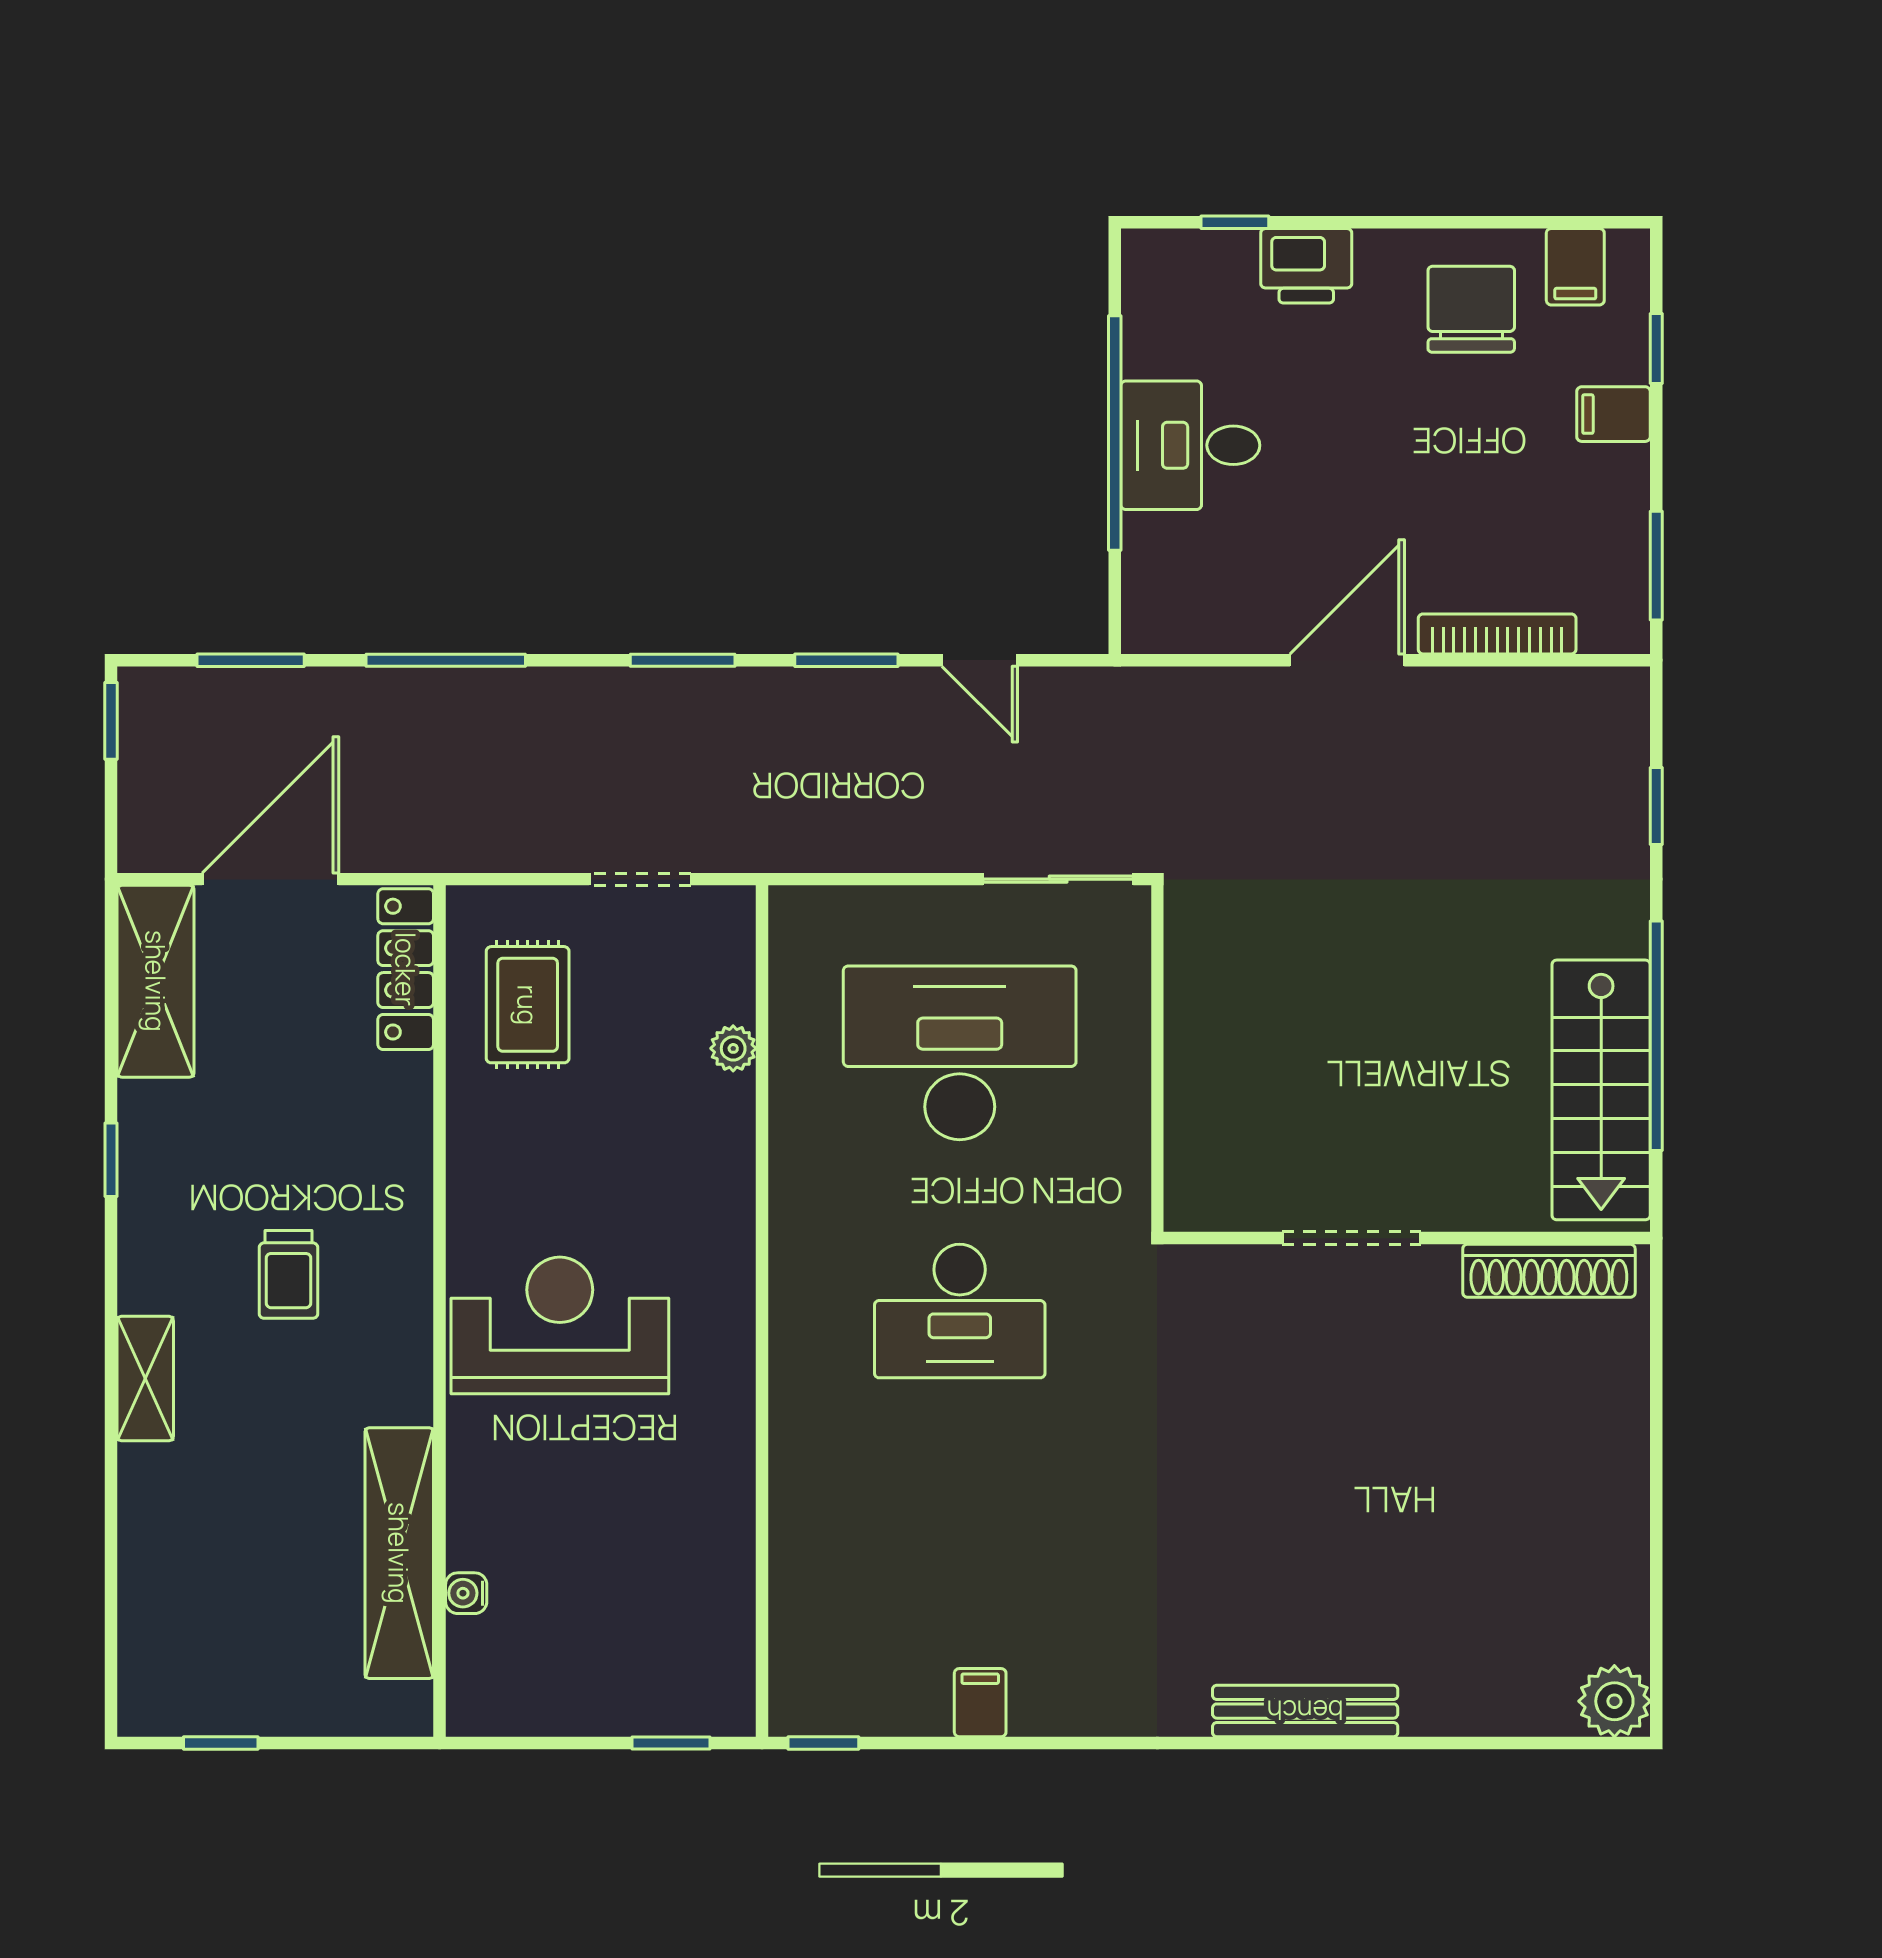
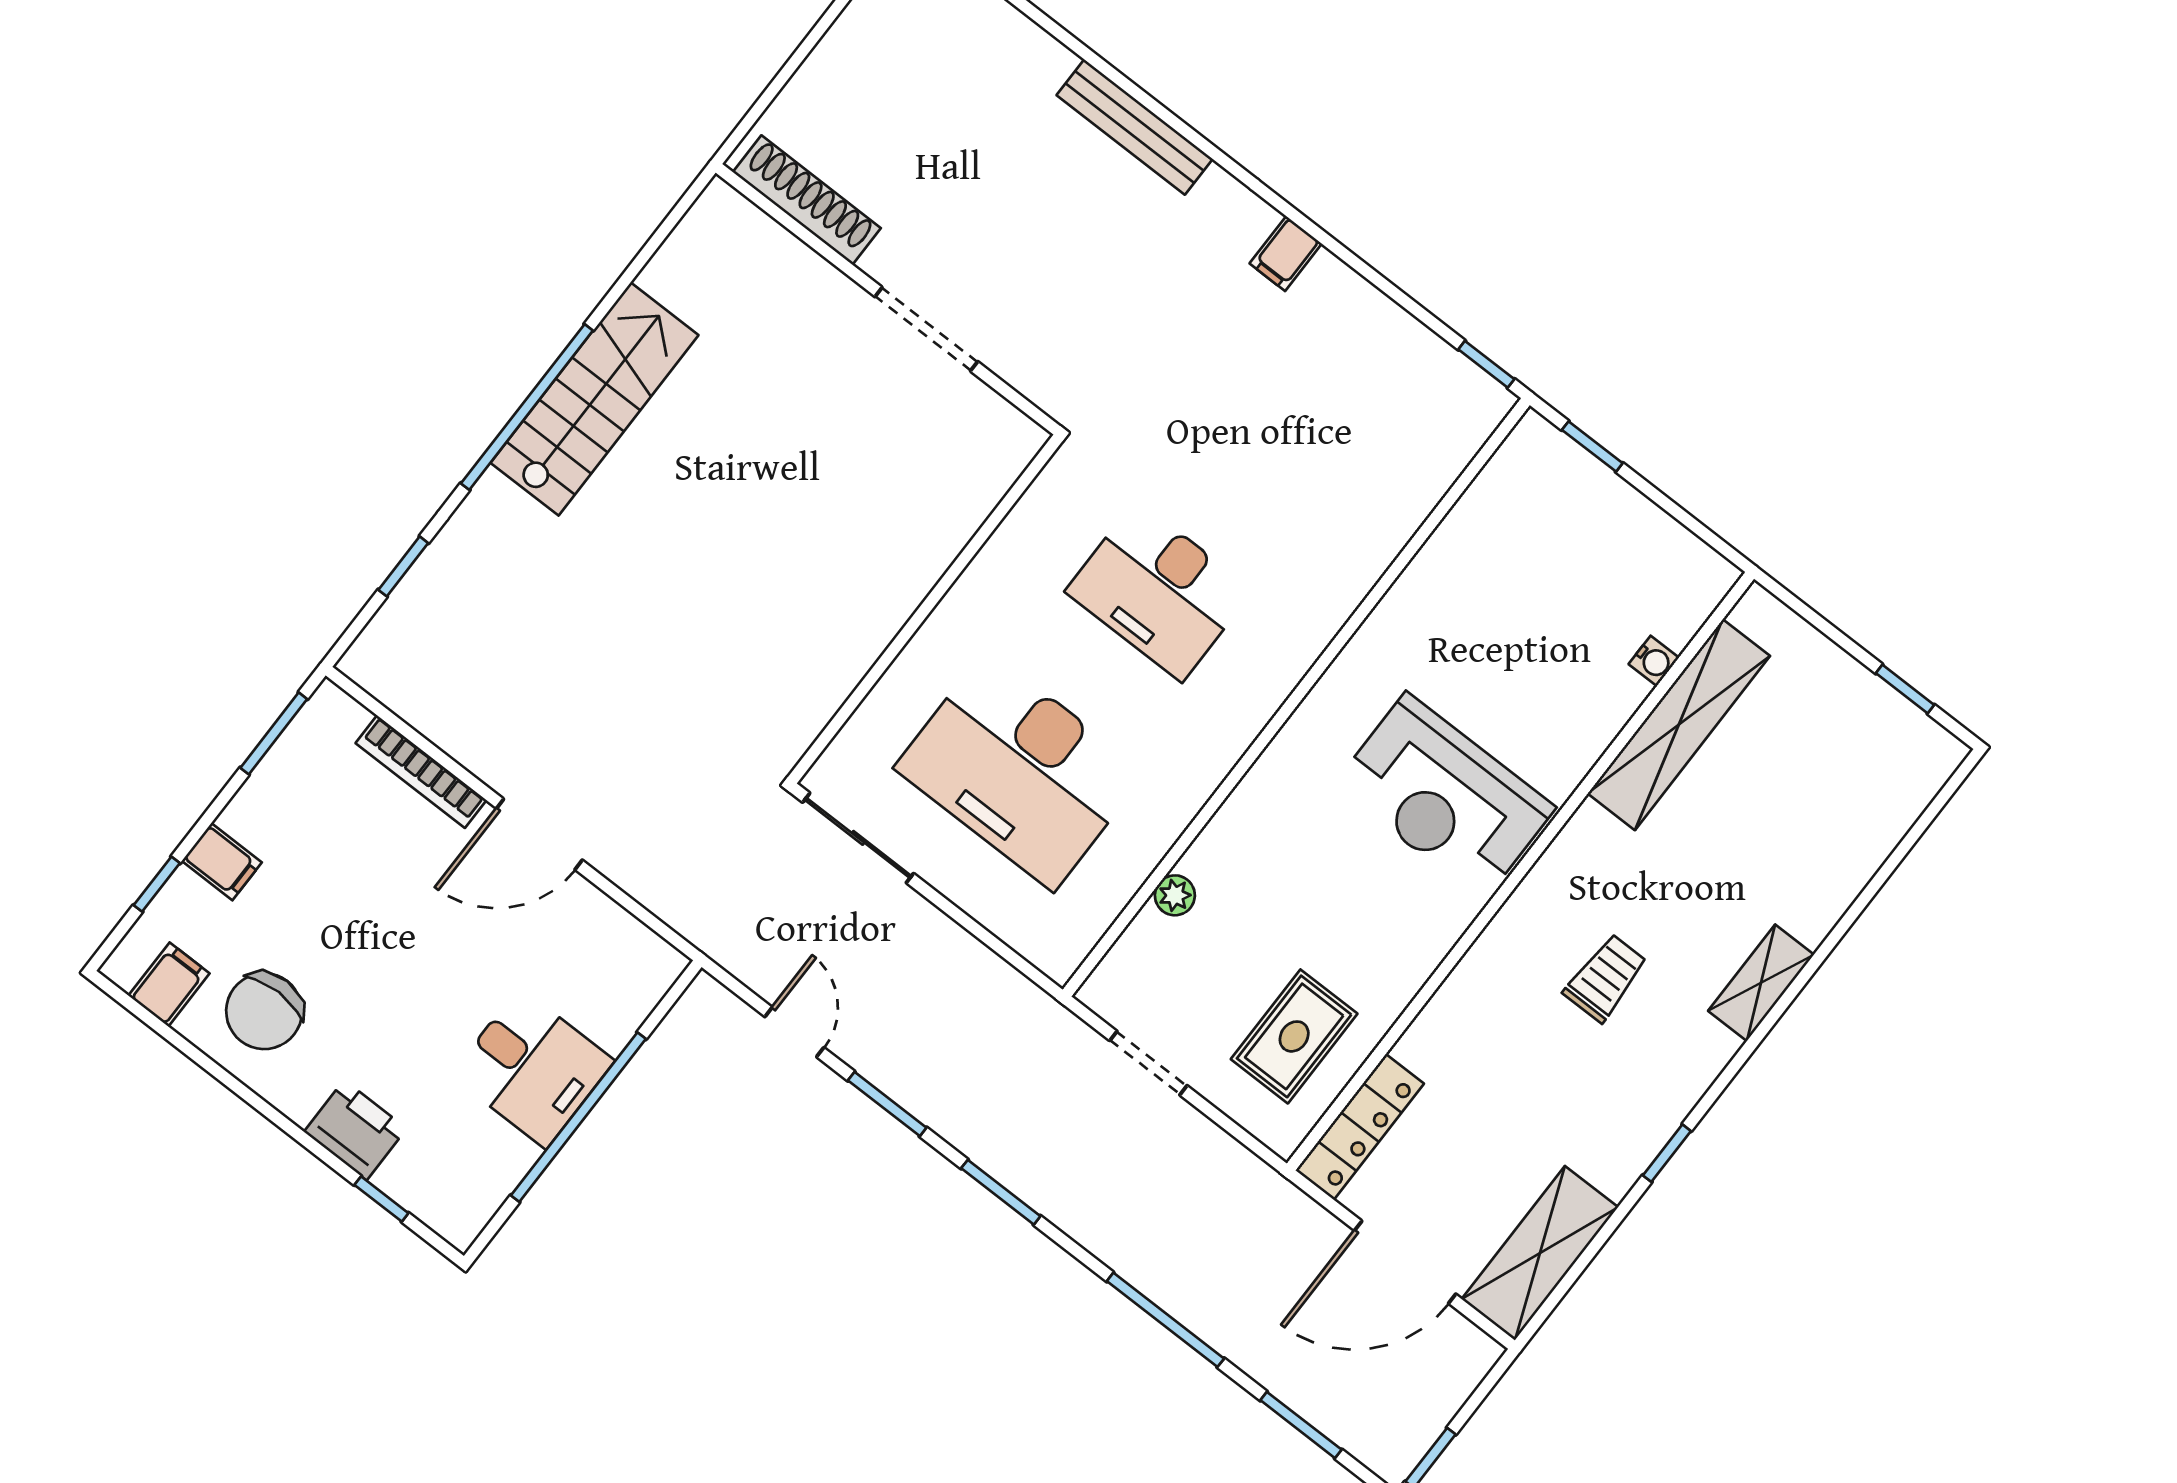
doorway: (1352, 1238) -> (926, 329), moved
wall: (1407, 1238) -> (888, 299), moved
shoe rack: (1549, 1271) -> (807, 200), moved
desk: (960, 1311) -> (1159, 591), turned 180
filing cabinet: (980, 1703) -> (1286, 254), moved

